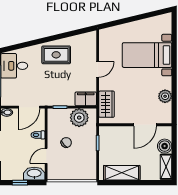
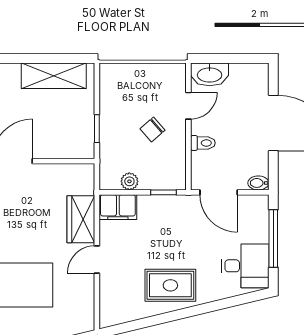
wardrobe: (107, 104) -> (81, 219), moved
door: (29, 107) -> (219, 192), swing flipped
plant: (79, 118) -> (129, 181), width x0.53, depth x0.53
window: (20, 183) -> (235, 58), removed

